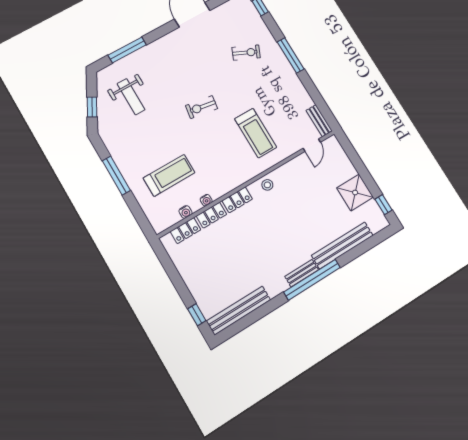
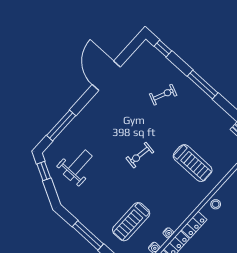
weight bench: (131, 97) -> (78, 165), turned -90
window: (92, 107) -> (44, 171), moved
treadmill: (169, 175) -> (131, 222), turned 180

